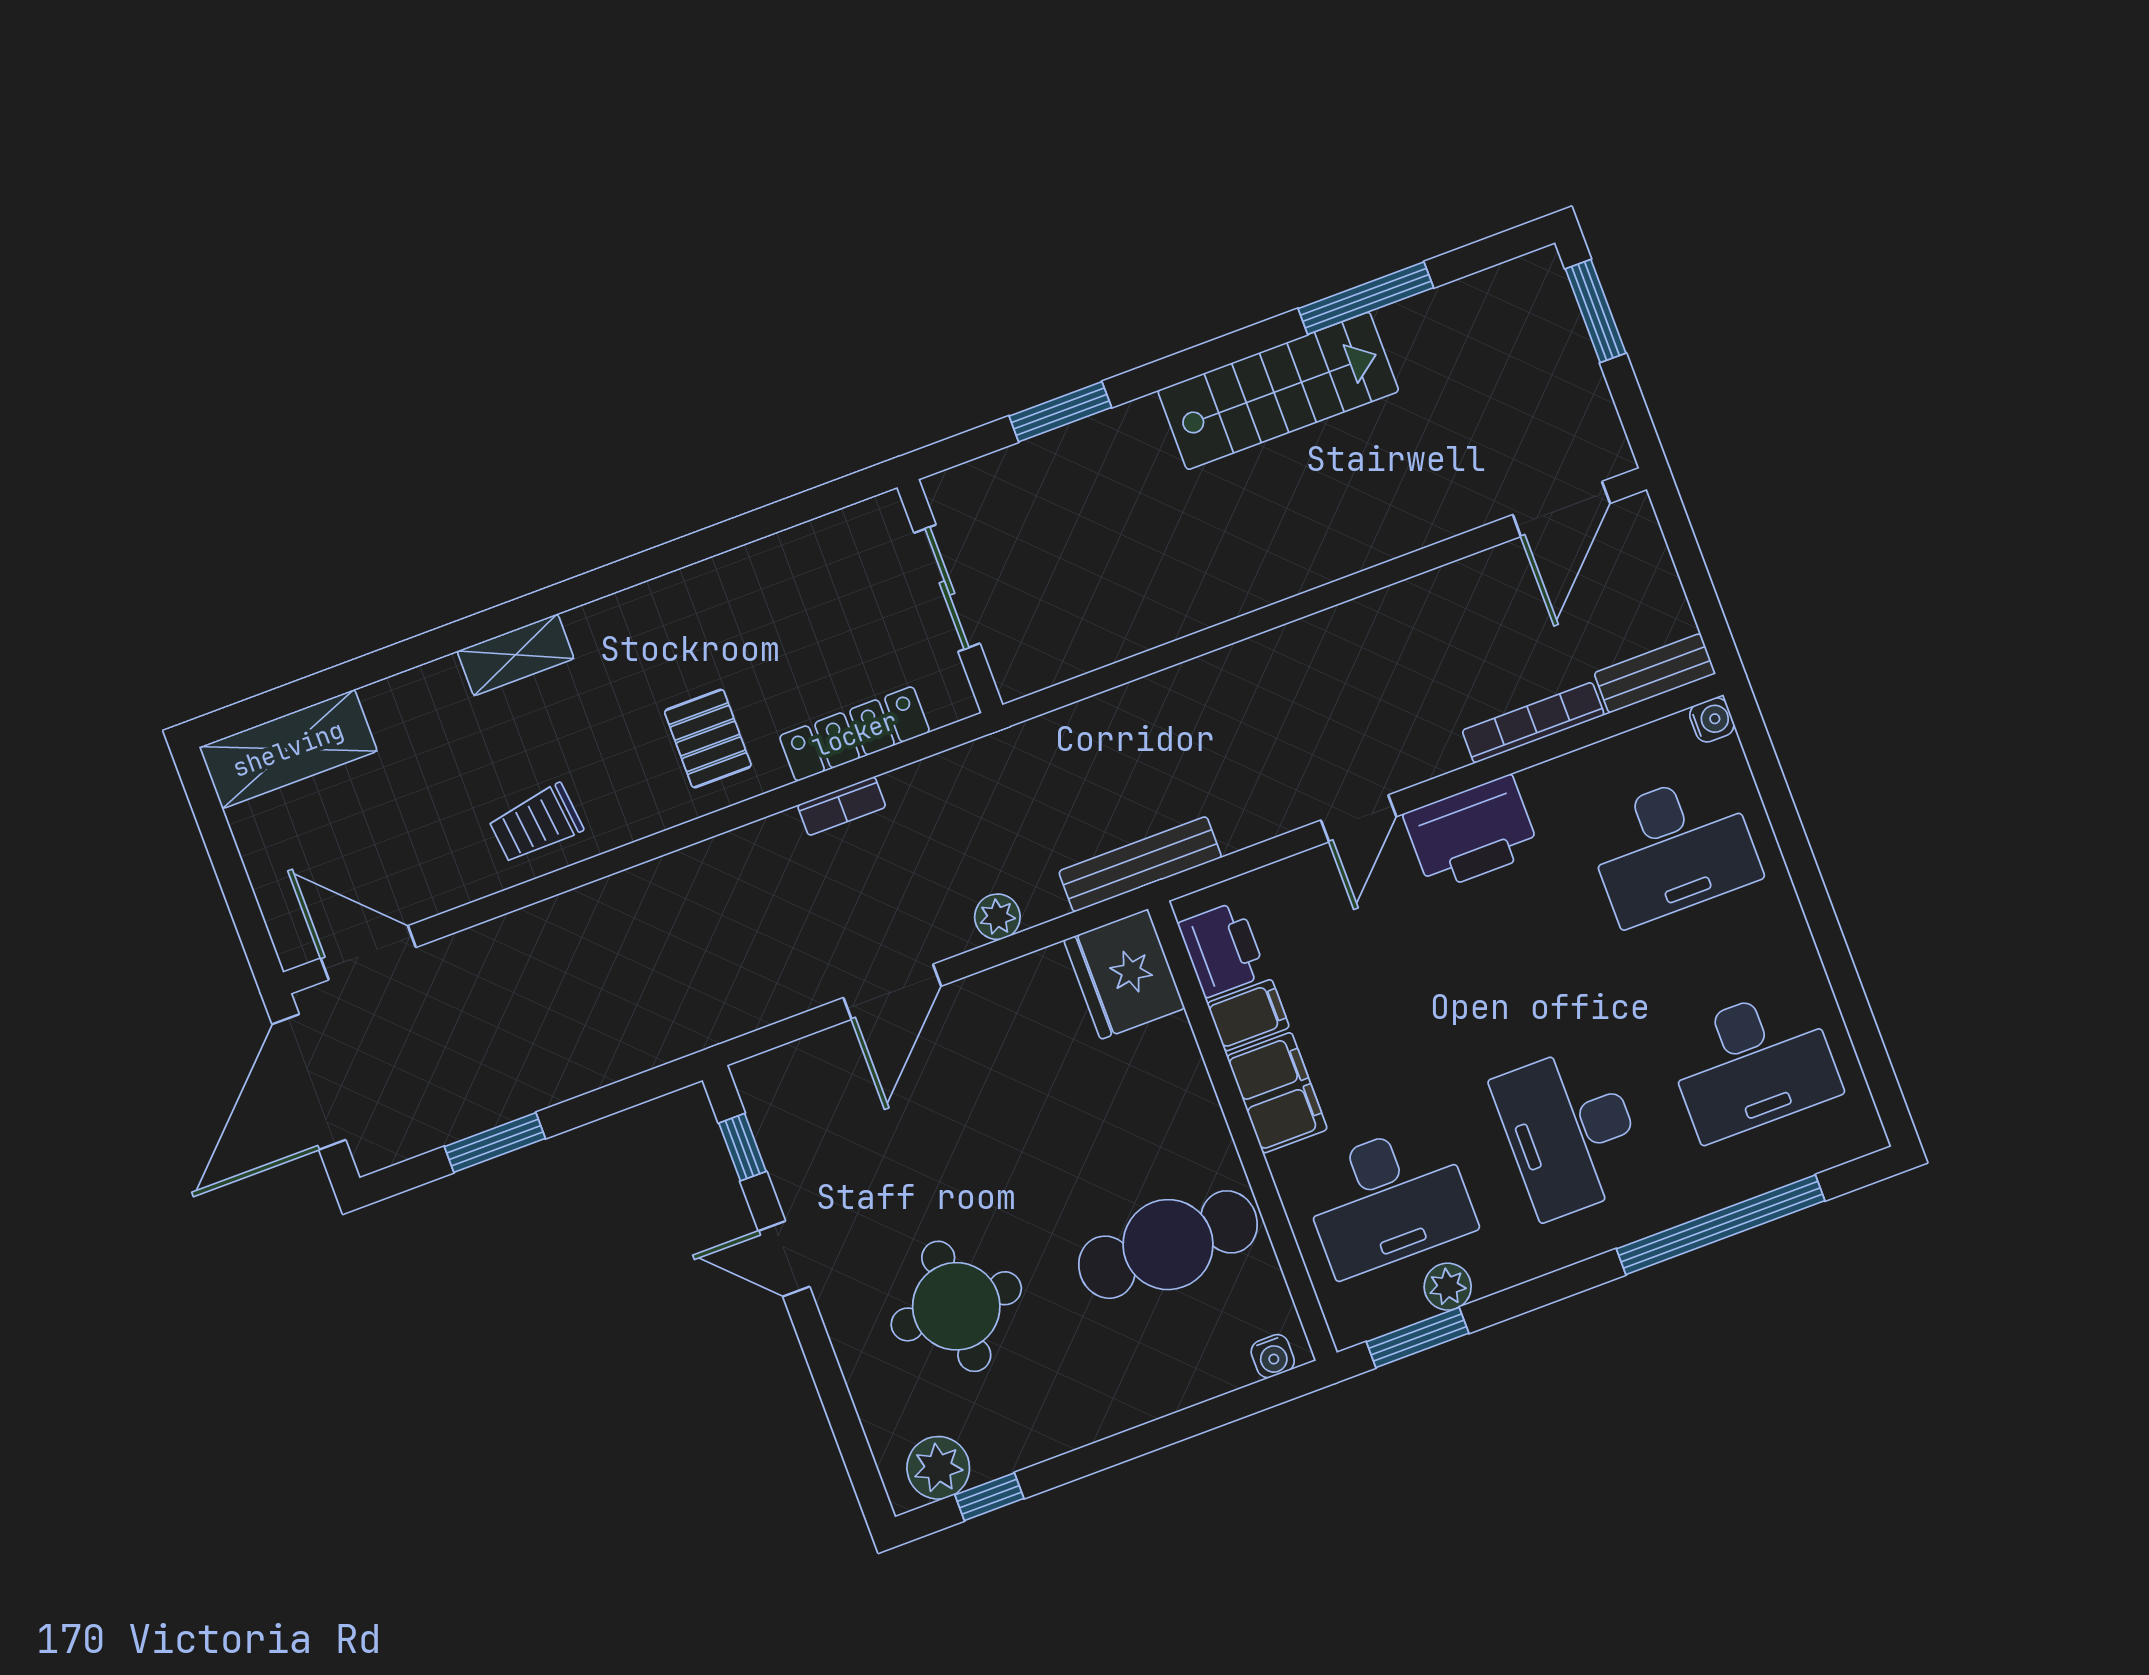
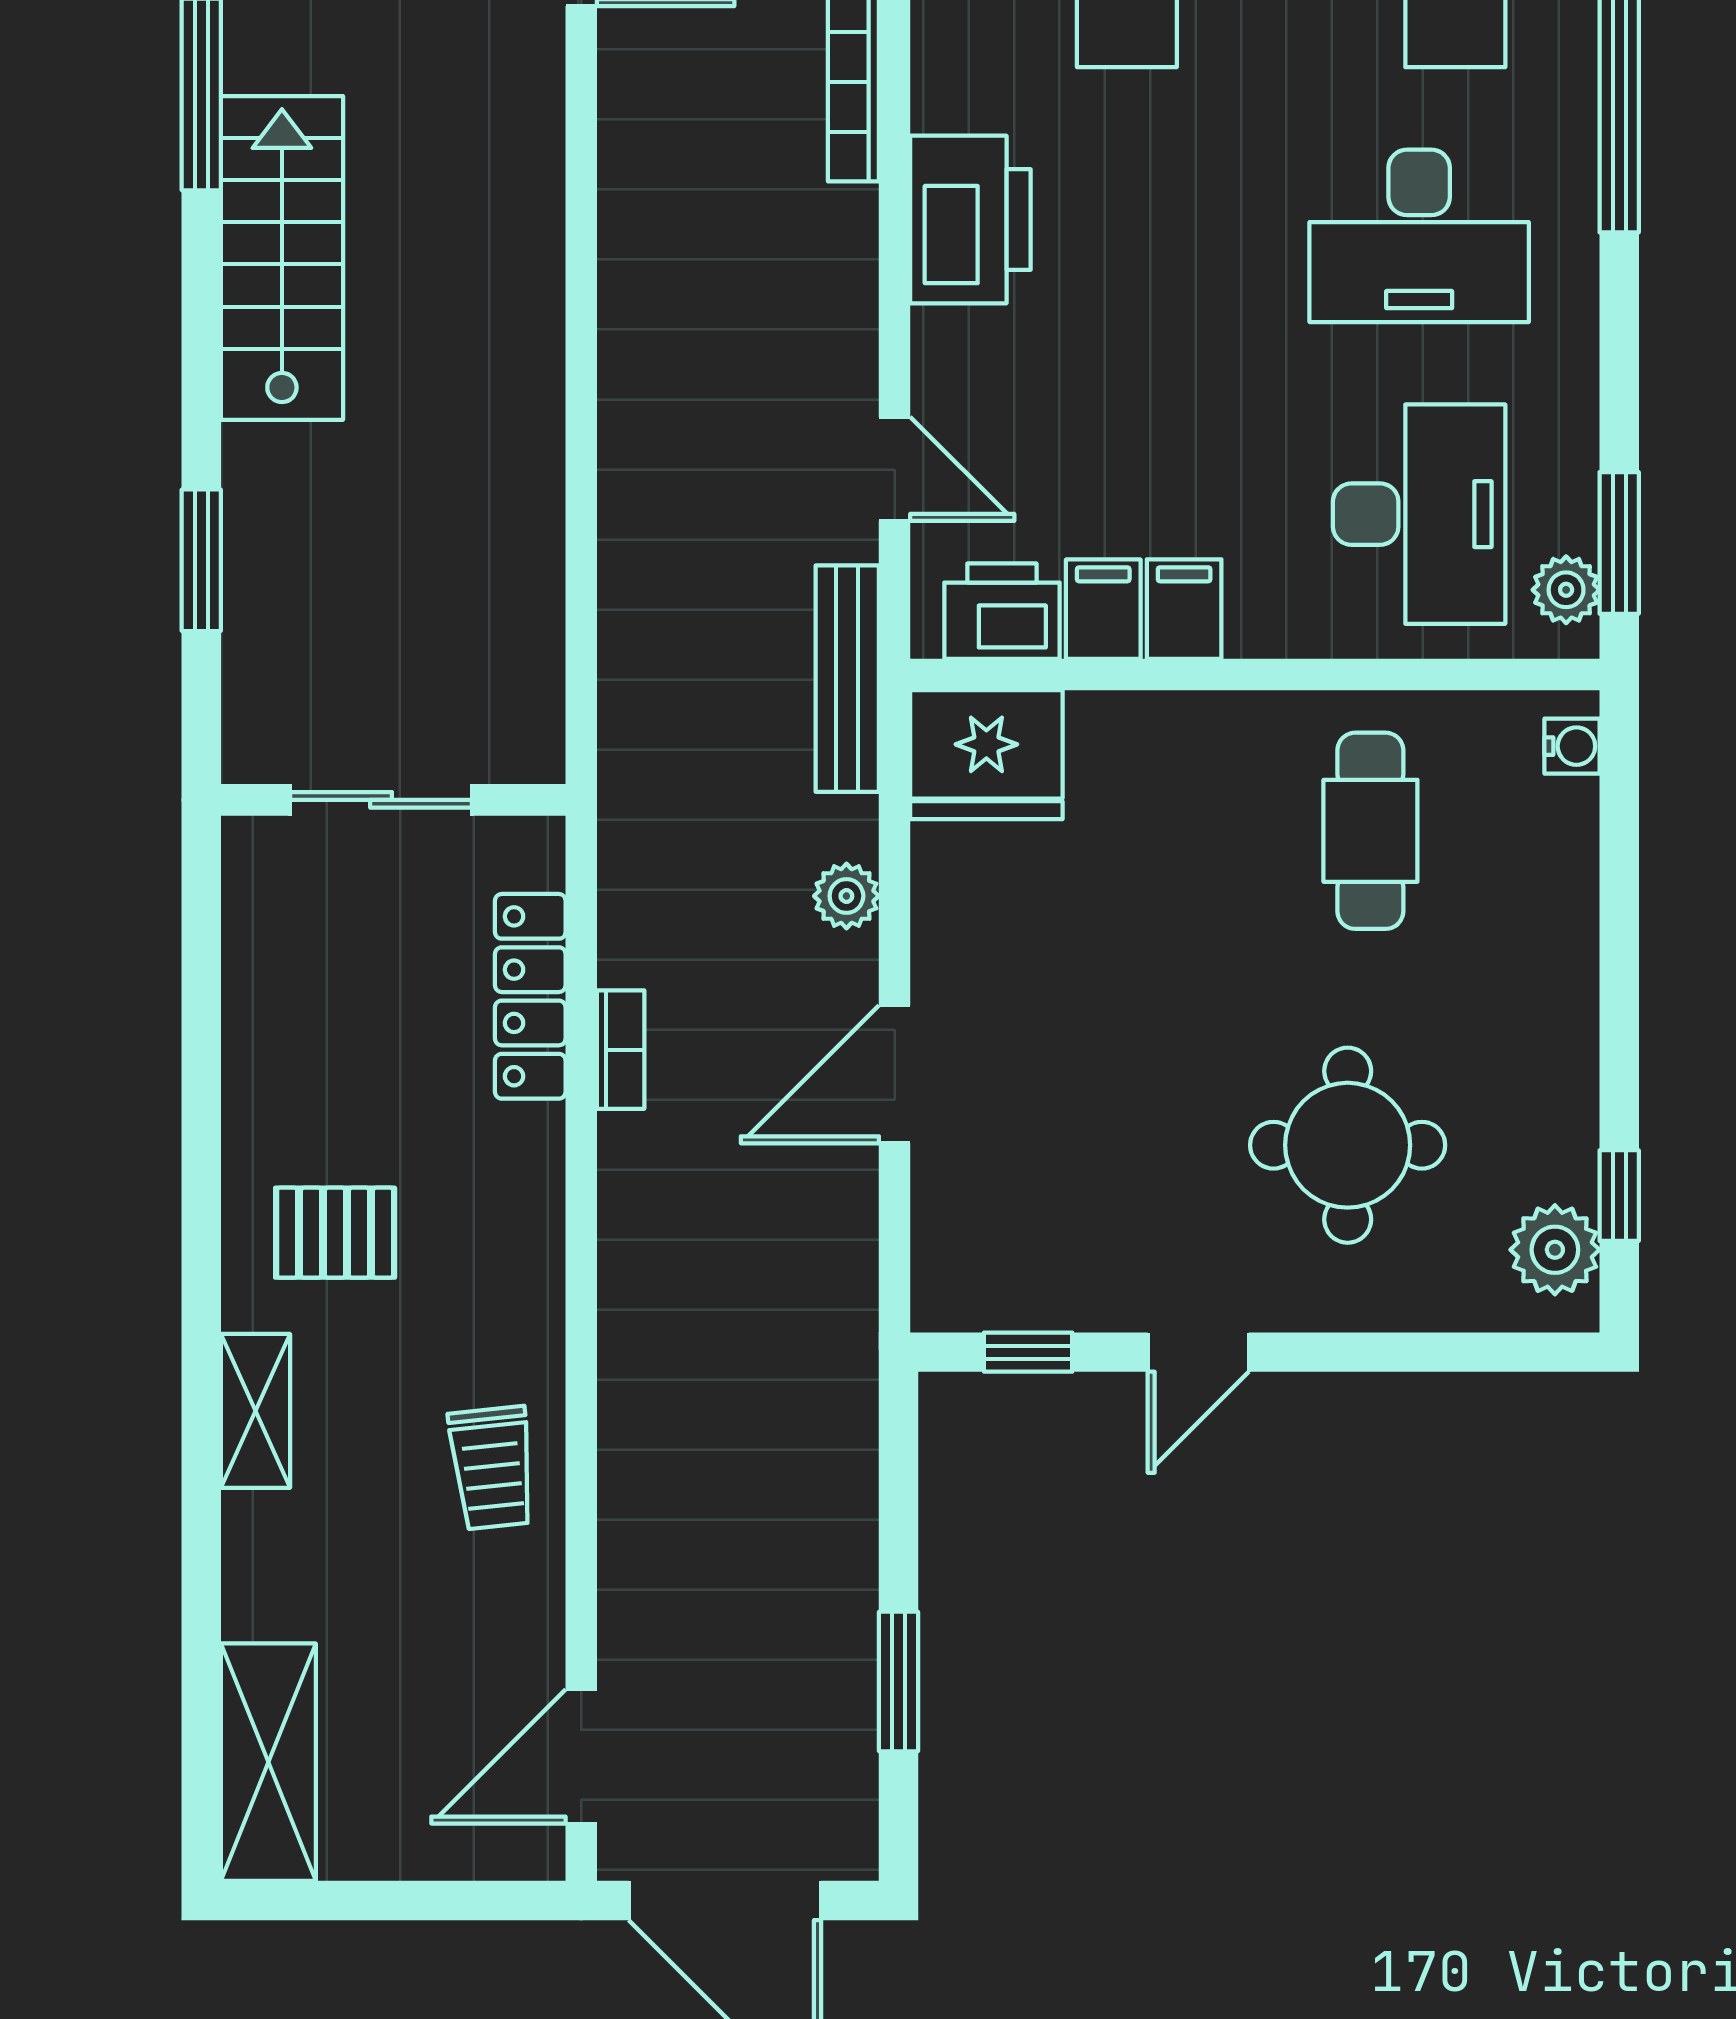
pallet: (708, 739) -> (335, 1233), moved
door: (1359, 818) -> (895, 469), moved
door: (892, 992) -> (895, 1074), swing flipped
filing cabinet: (1277, 1093) -> (1184, 609), width x0.50
cafe table: (1168, 1245) -> (1370, 831), width x0.73, depth x0.74
plant: (1448, 1287) -> (1566, 590), moved

